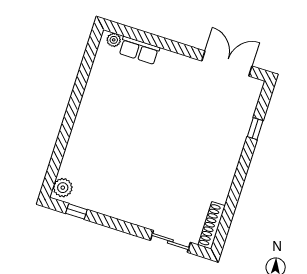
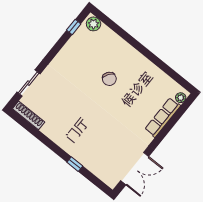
row of seats: (139, 50) -> (163, 117), width x1.48
window: (255, 129) -> (75, 164), moved
chair: (125, 140) -> (109, 79), added

